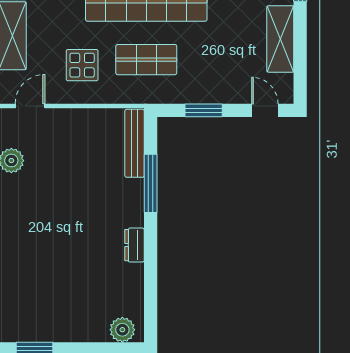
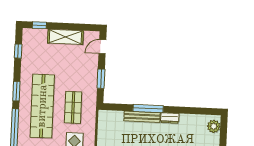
bench: (135, 143) -> (142, 117), moved
window: (151, 183) -> (148, 109), moved

